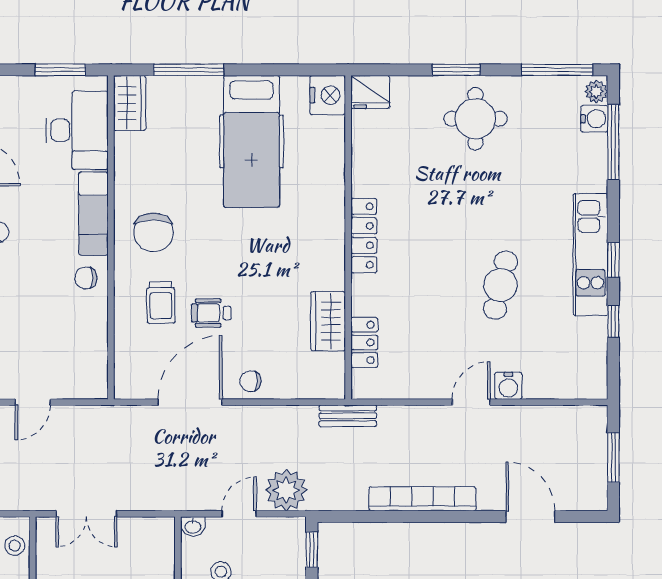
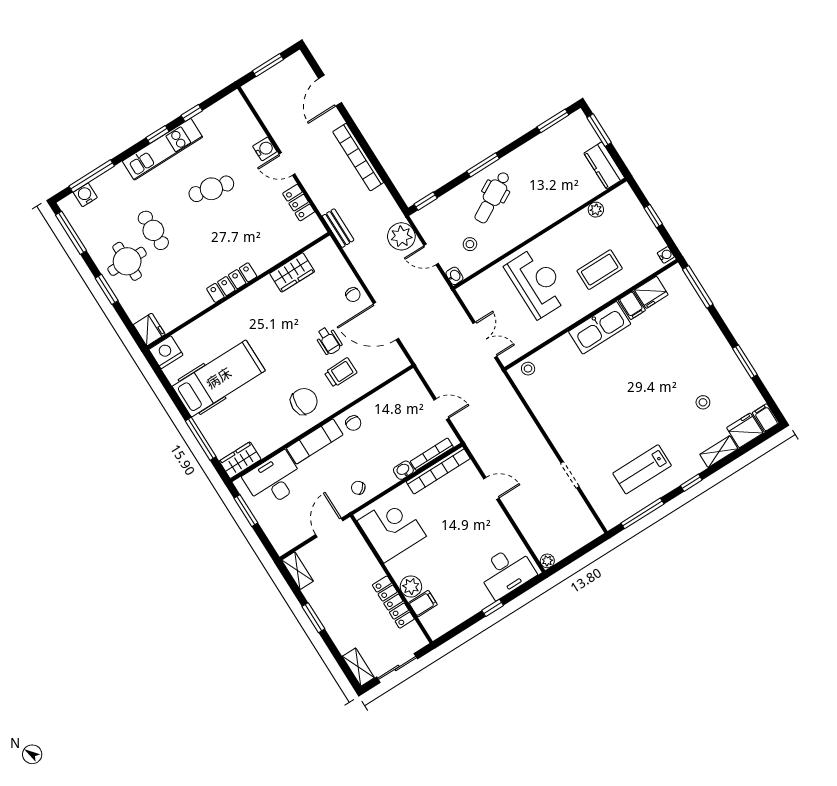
plant: (596, 92) -> (69, 203), removed
cafe table: (494, 177) -> (153, 230), added
locker: (364, 342) -> (299, 203), moved, turned -90

